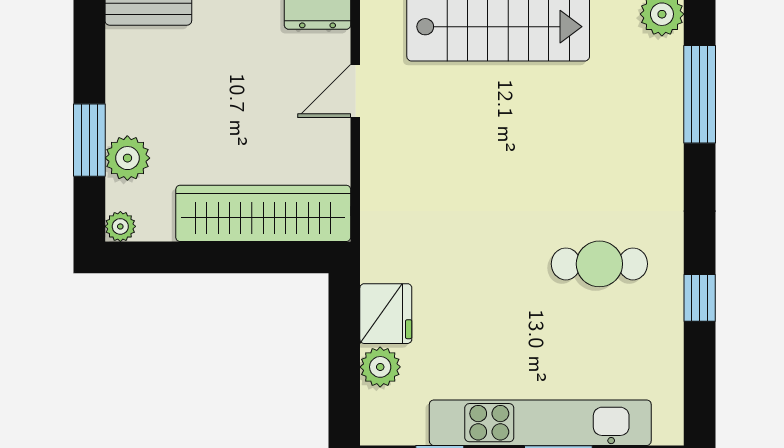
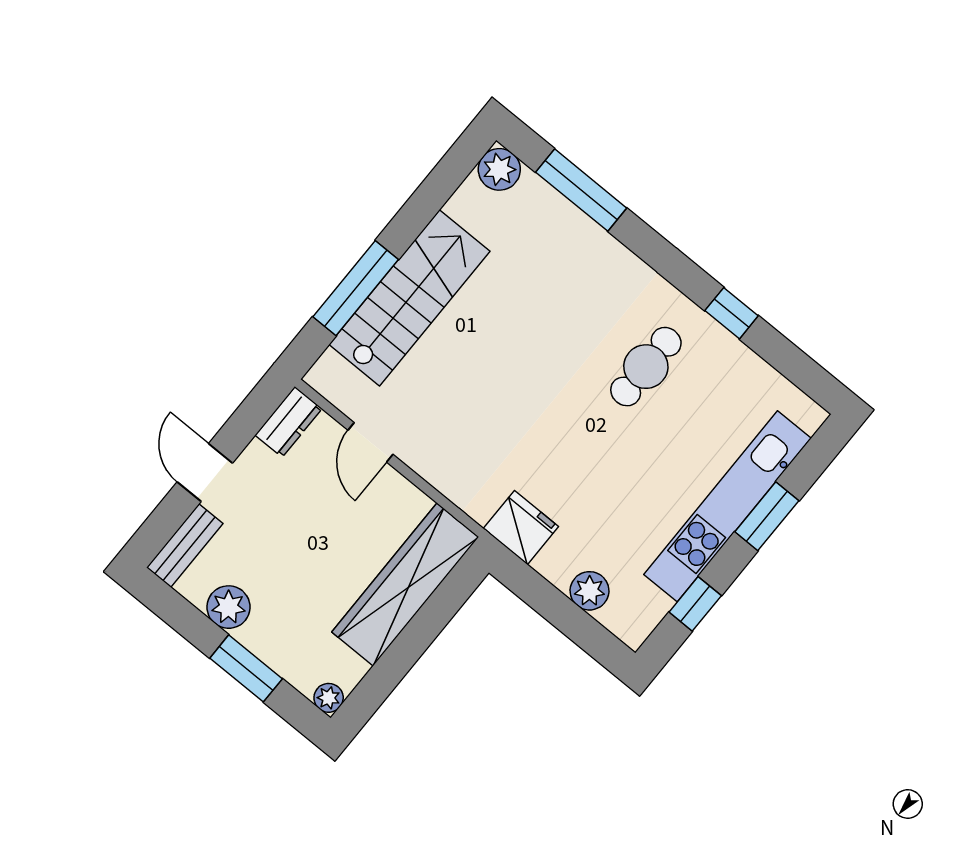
plant: (127, 158) -> (228, 607), moved
fridge: (386, 314) -> (521, 528), moved

